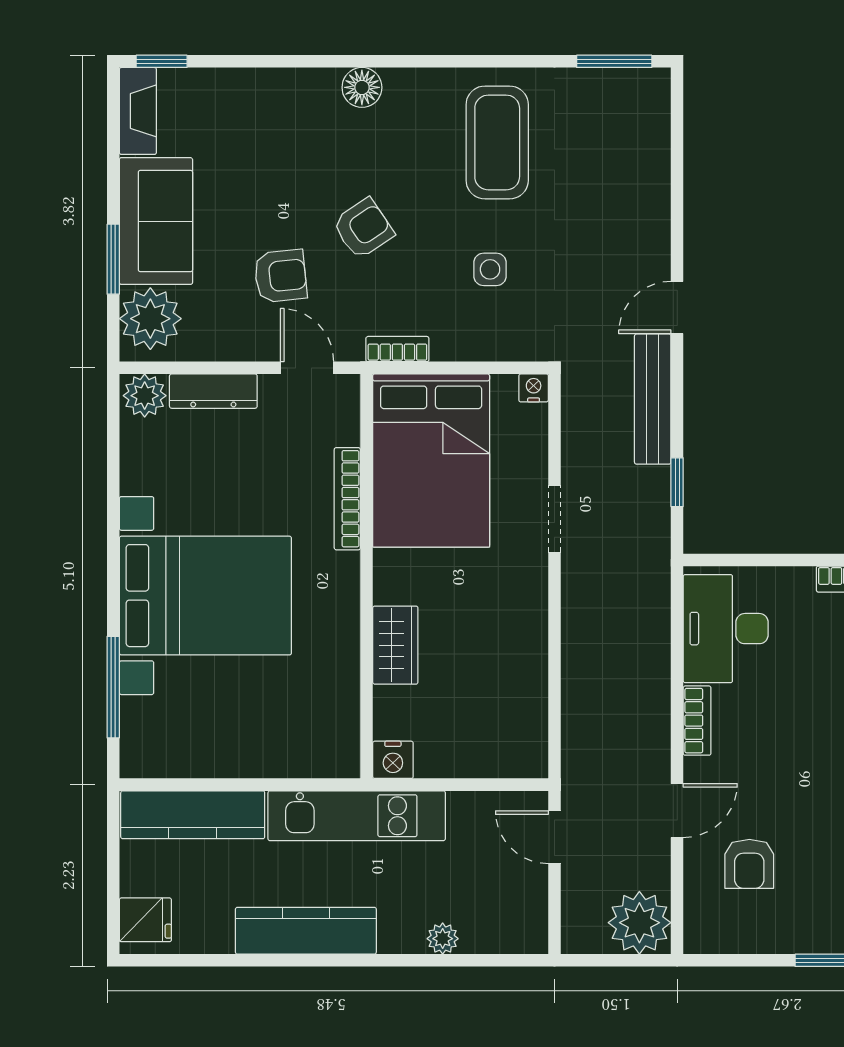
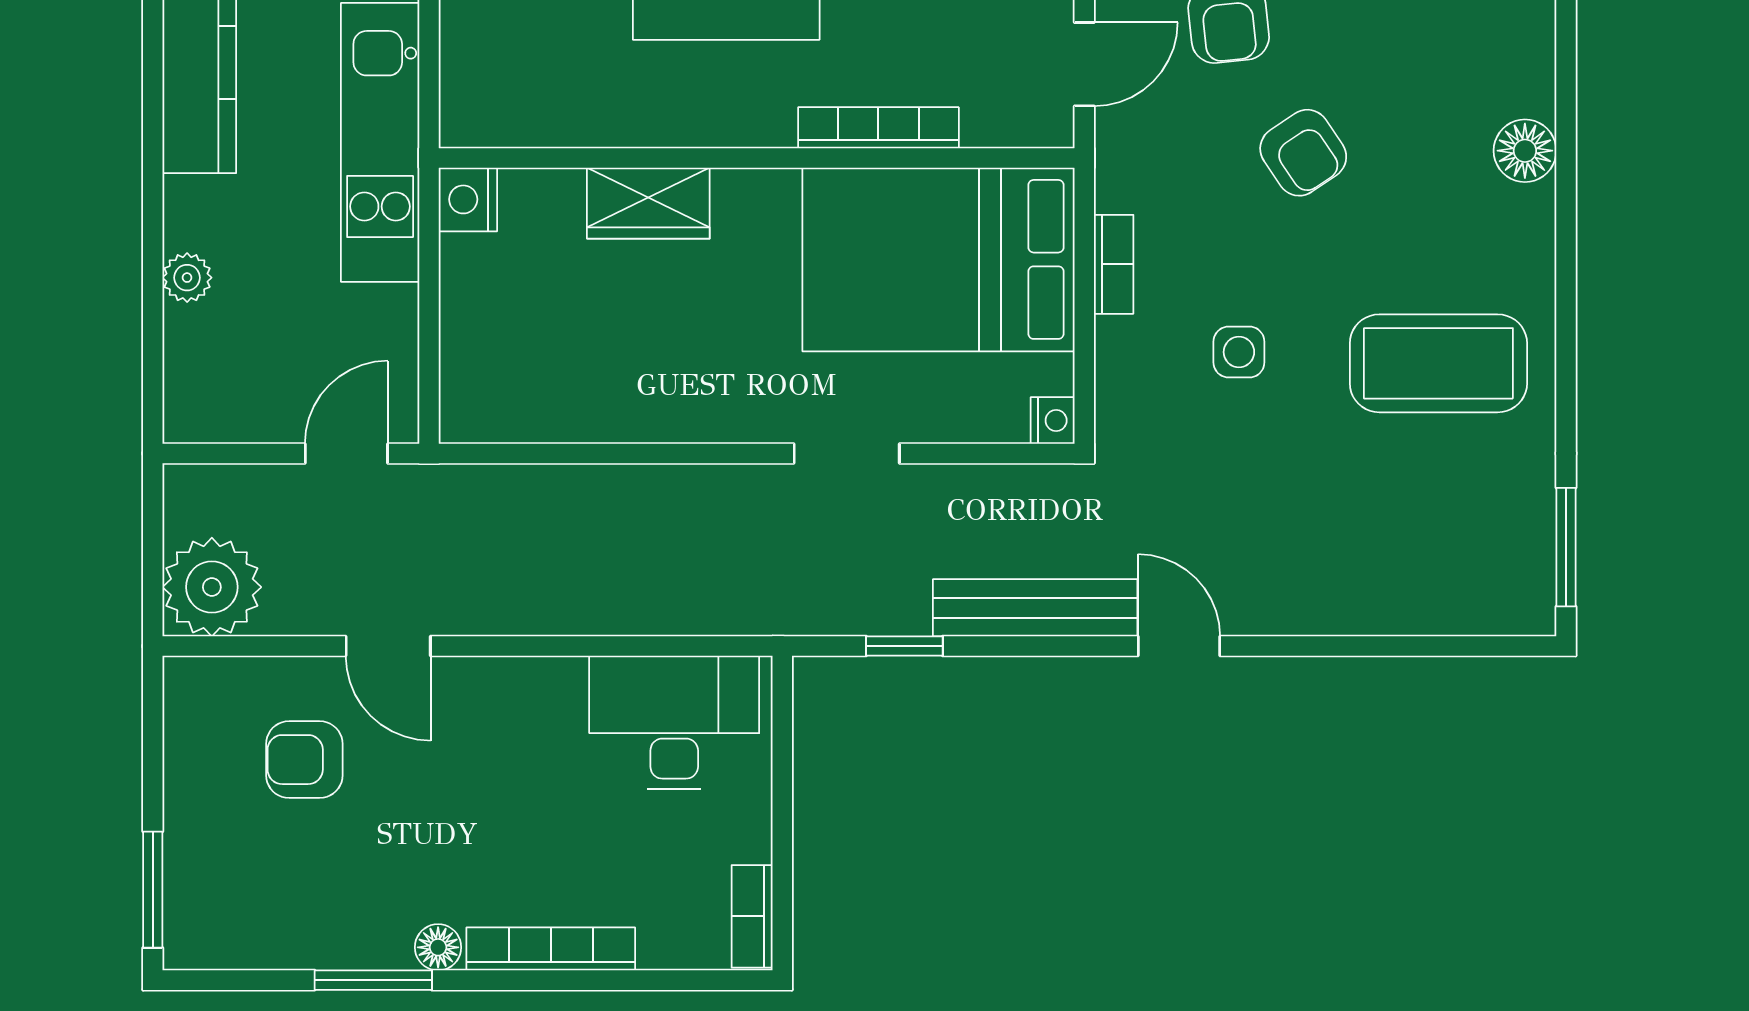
bookcase: (397, 349) -> (1114, 264), moved
bookcase: (697, 721) -> (530, 678), removed

